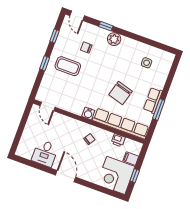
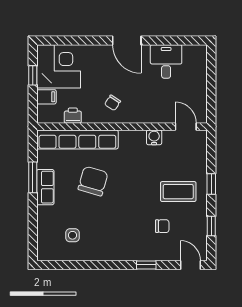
plant: (114, 39) -> (129, 251), removed
water cooler: (88, 113) -> (154, 137), moved

